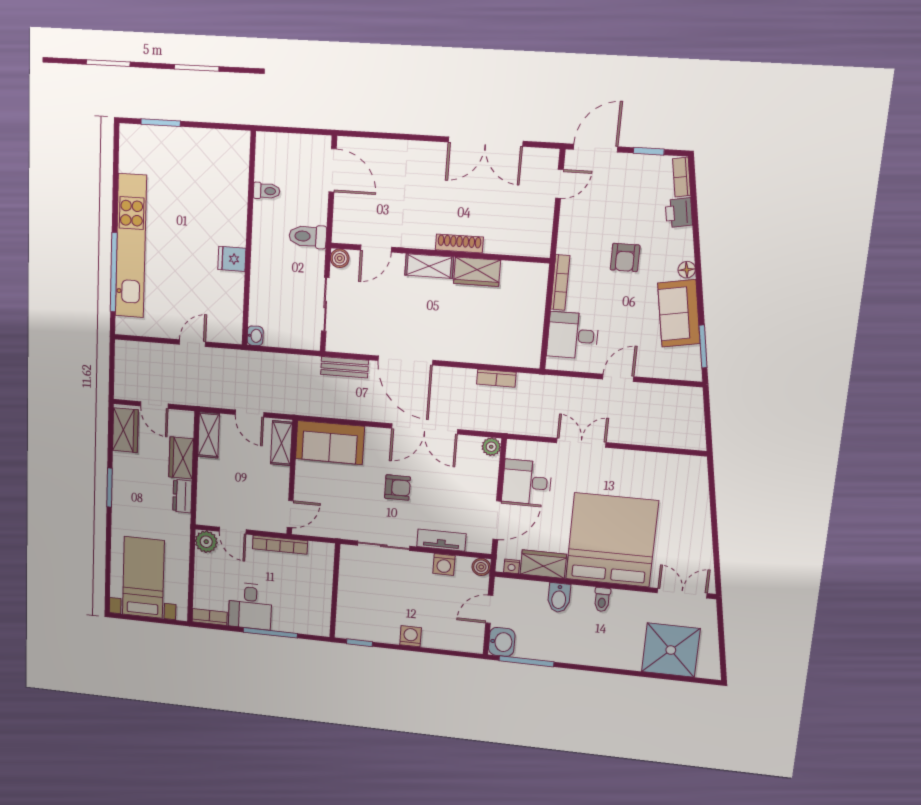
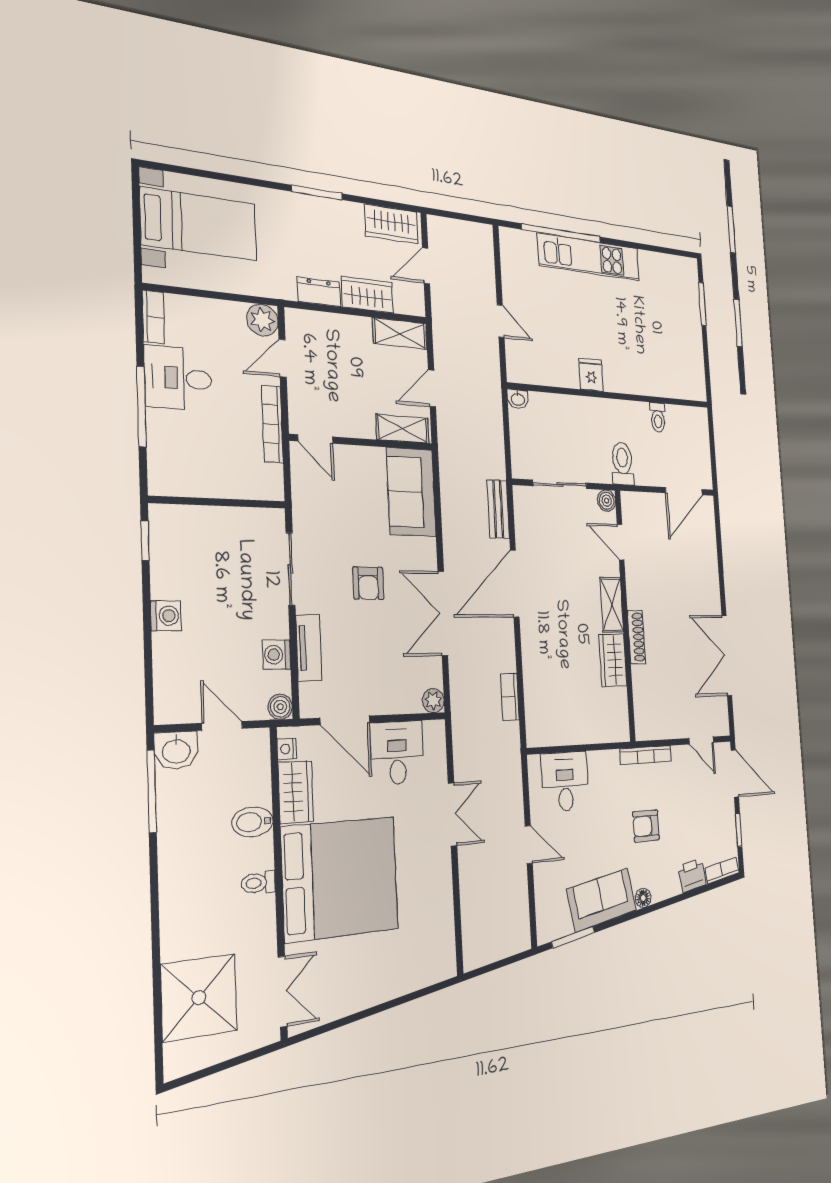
kitchen unit: (131, 246) -> (589, 257), width x0.73
bookcase: (560, 282) -> (646, 755), moved

